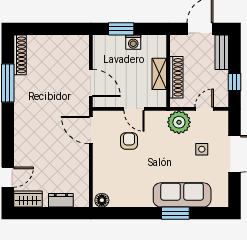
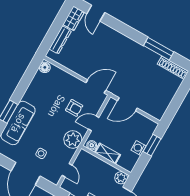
plant: (178, 43) -> (121, 178), added
shoe rack: (176, 77) -> (99, 164), removed
boiler: (160, 97) -> (92, 145), added
plant: (179, 122) -> (73, 139), moved
dresser: (61, 200) -> (60, 40), width x1.44

